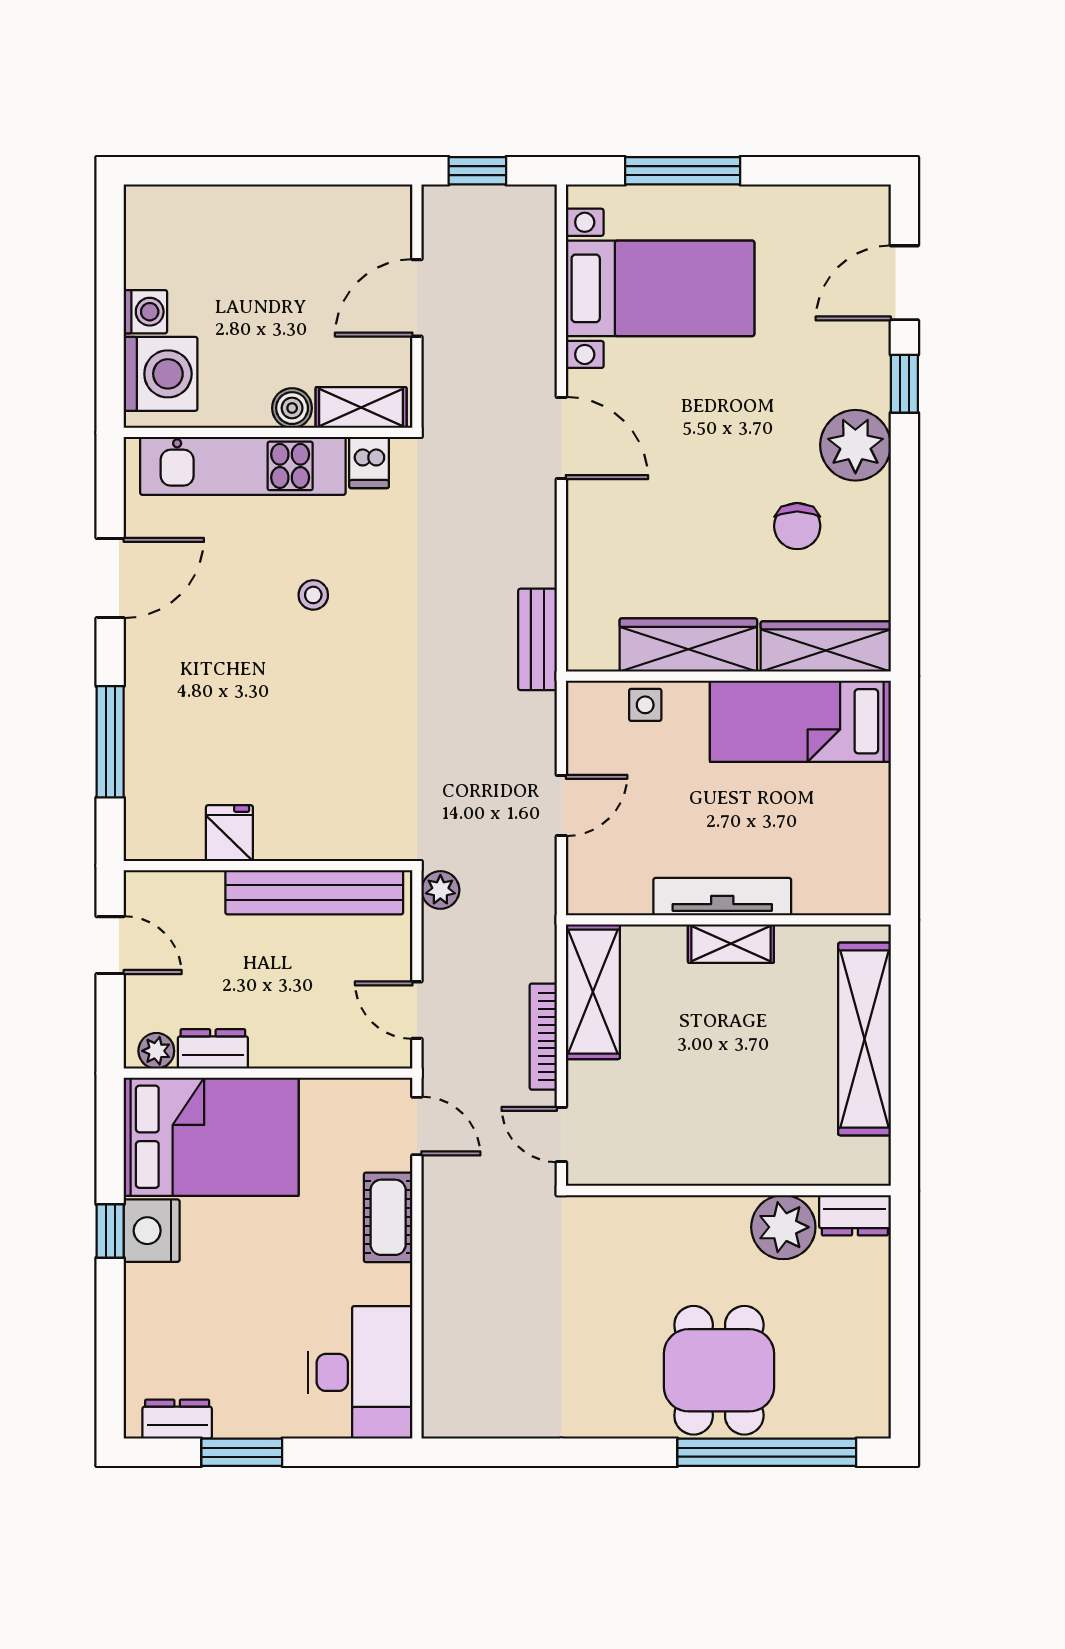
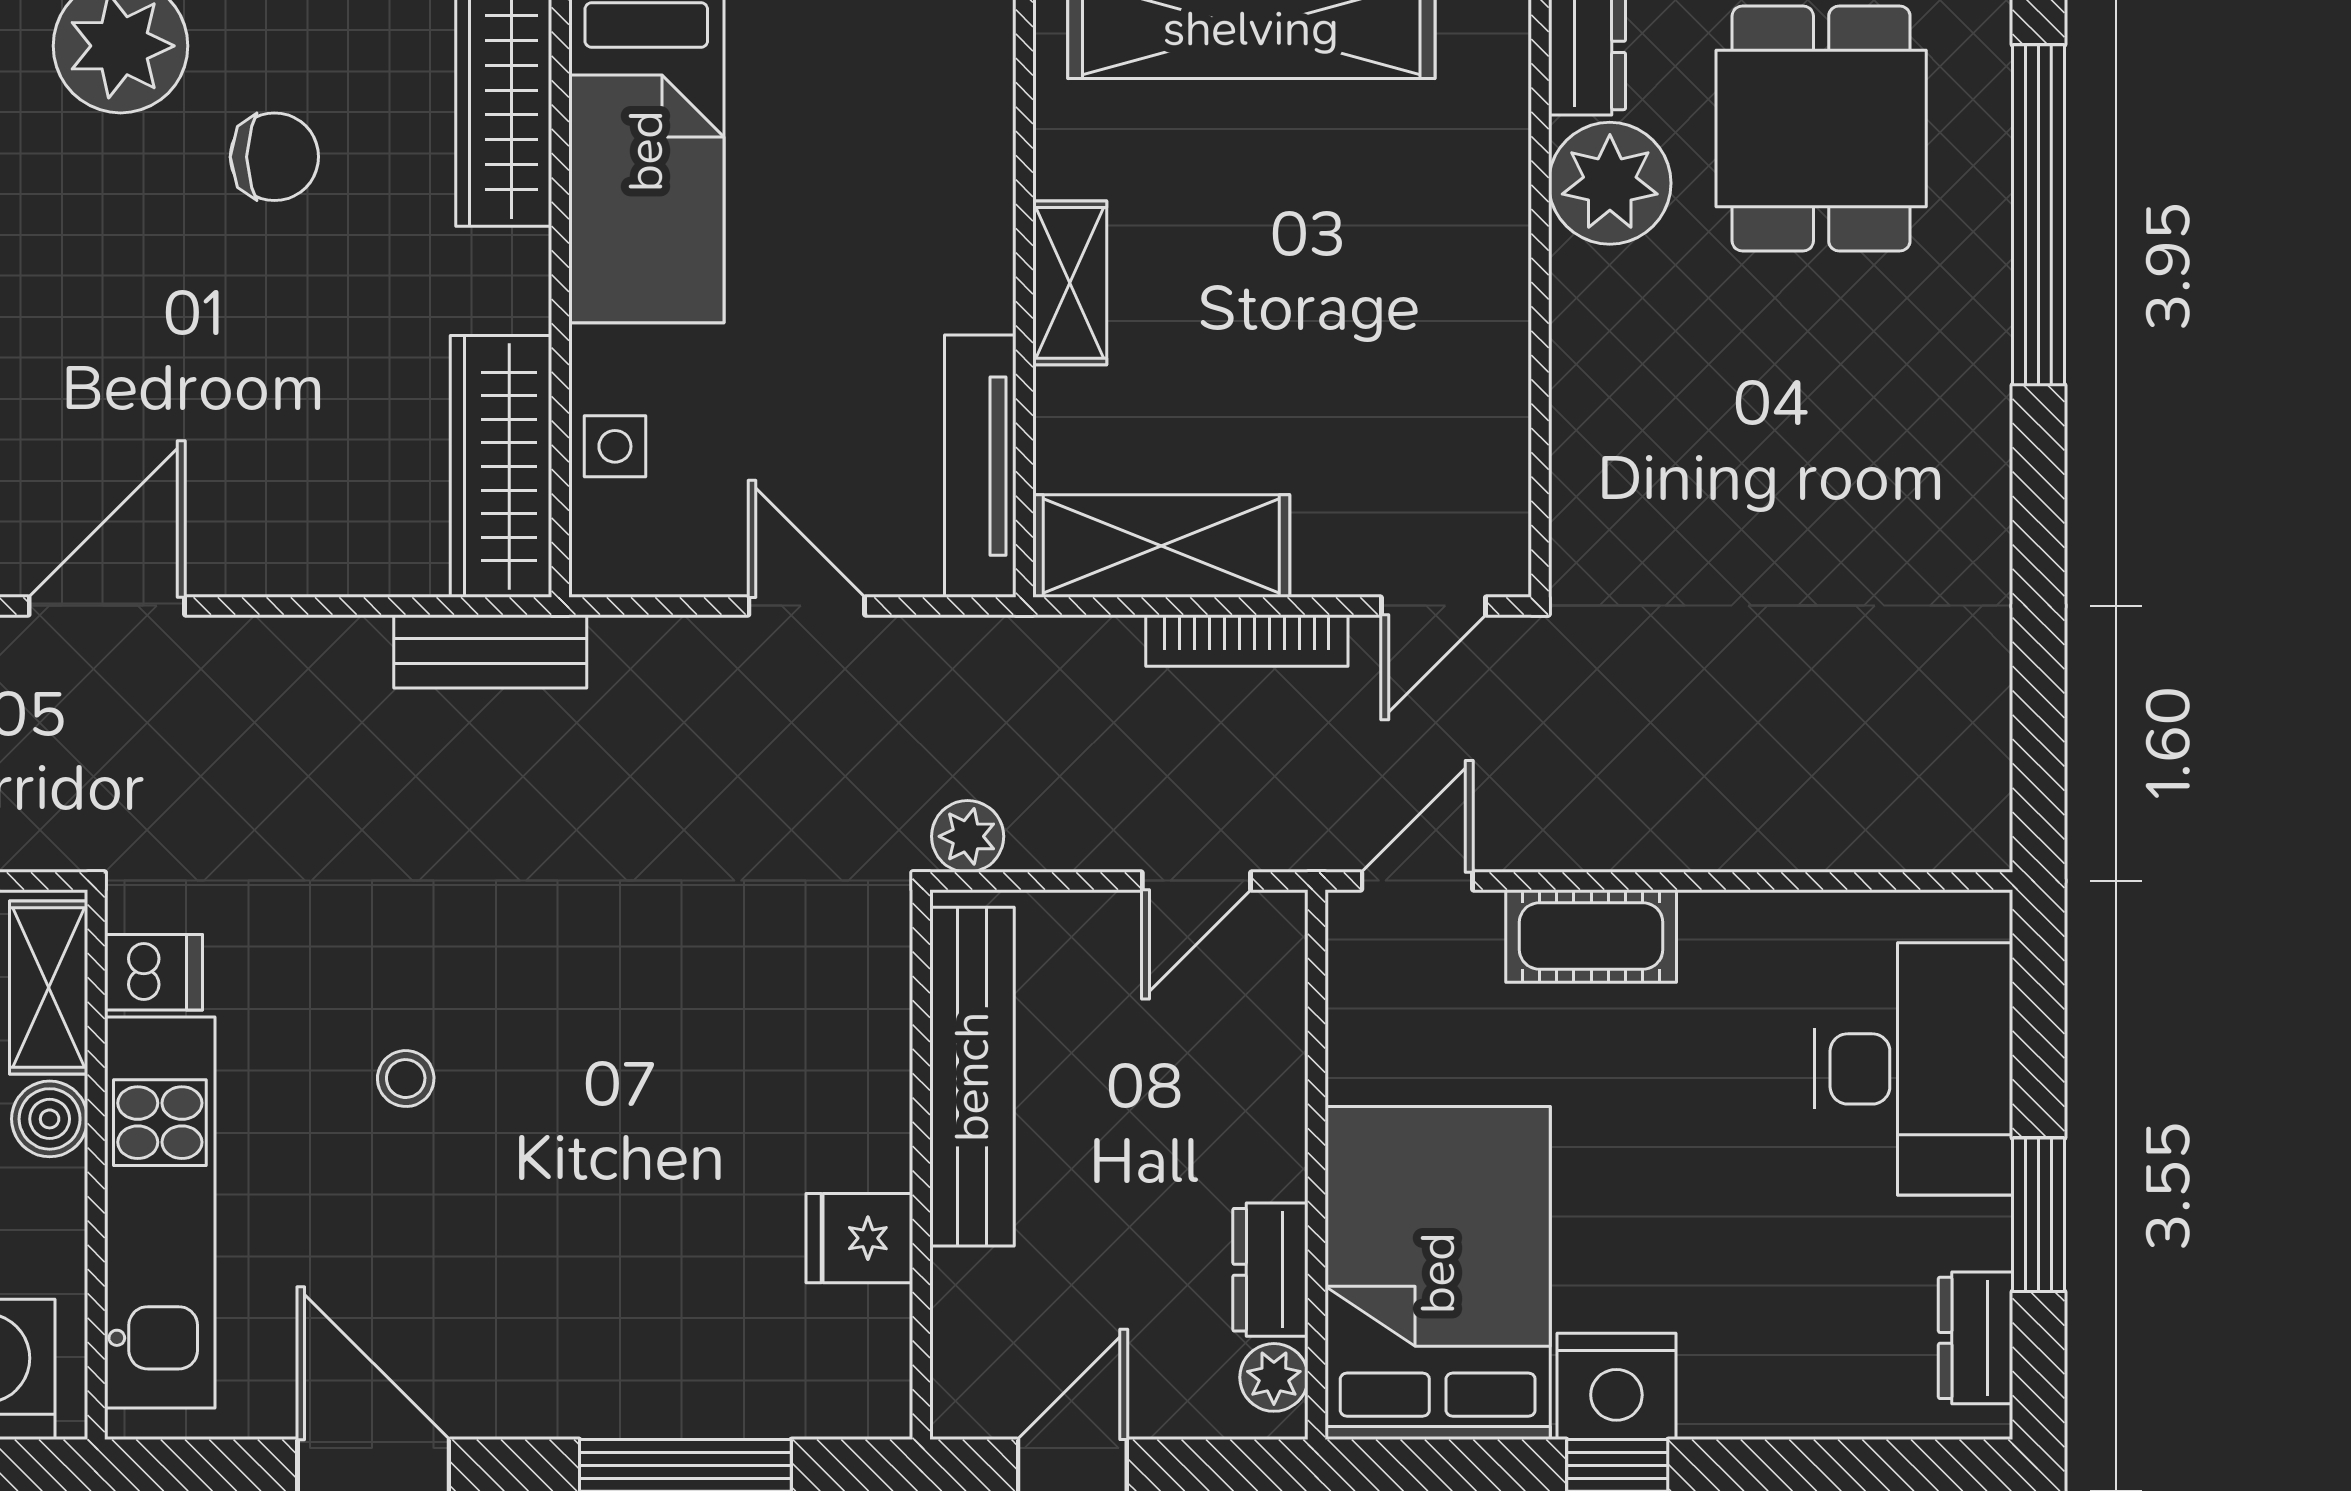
wardrobe: (688, 645) -> (501, 466), moved
tv unit: (722, 897) -> (980, 466), moved
dining table: (719, 1370) -> (1821, 128), moved, turned 90
desk: (360, 1372) -> (1914, 1069), moved, turned 90

